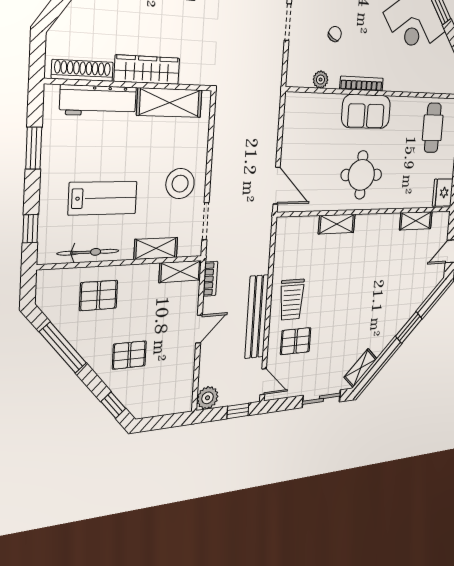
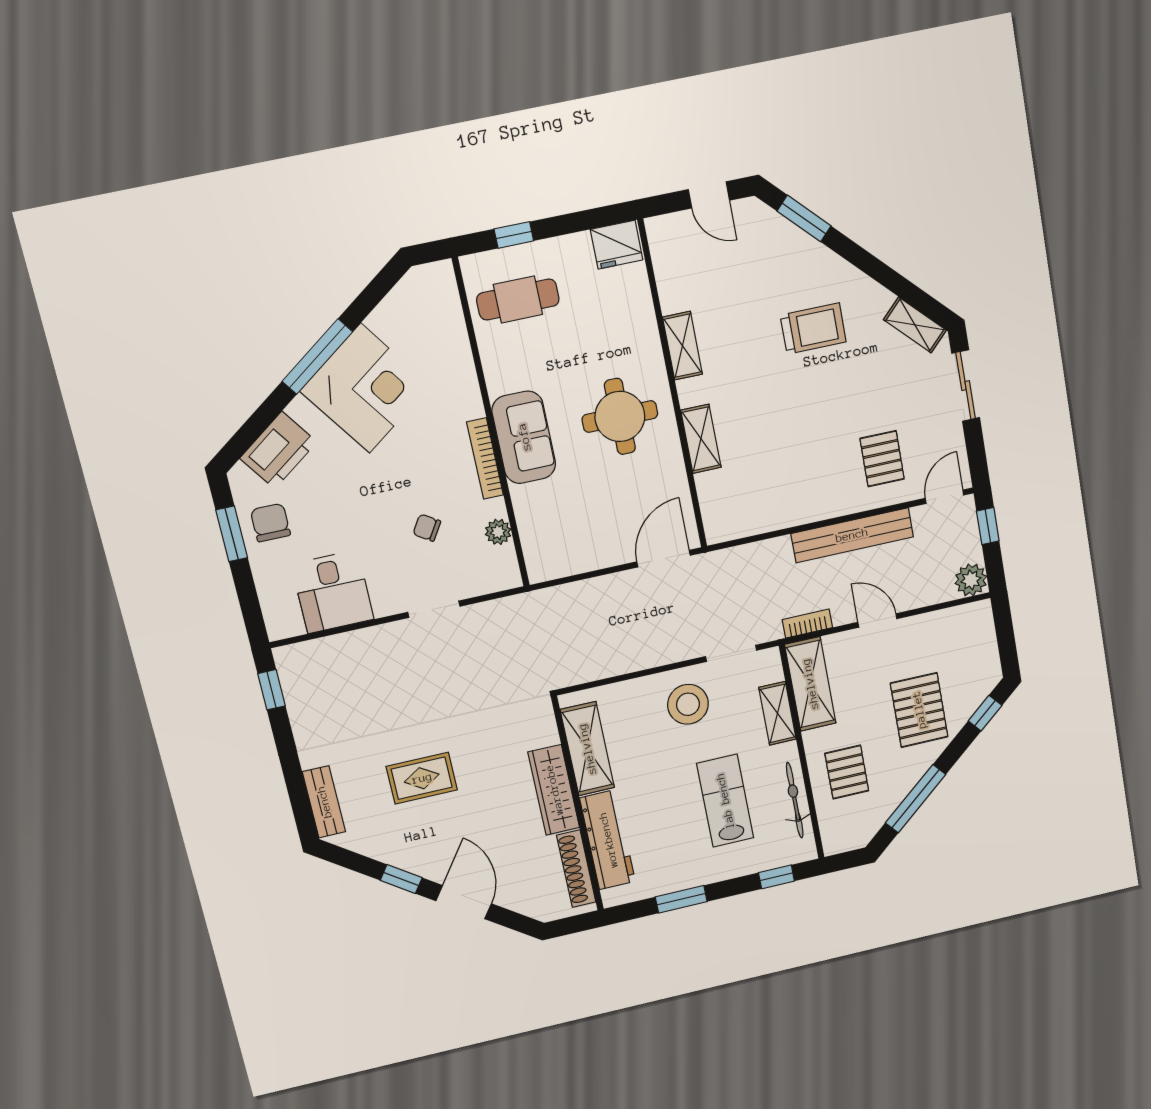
shelving: (416, 221) -> (683, 346), moved
shelving: (180, 272) -> (810, 684), width x1.50, depth x1.33
trolley: (292, 300) -> (813, 329), moved
window: (409, 327) -> (804, 219), moved
pallet: (129, 355) -> (919, 710), width x1.50, depth x1.42

